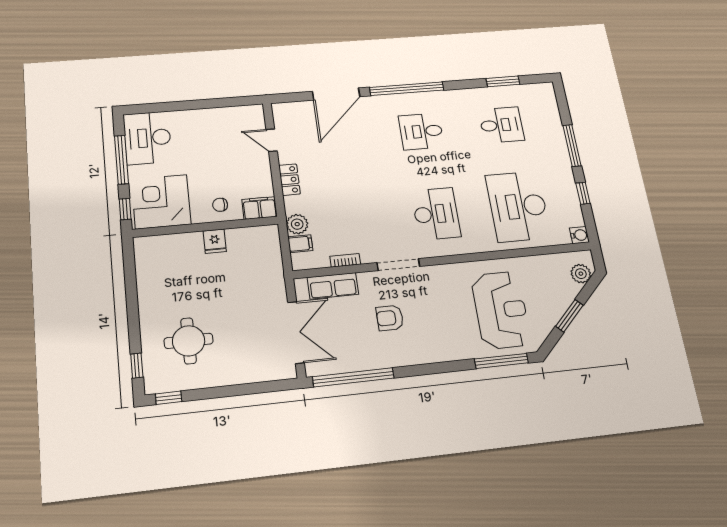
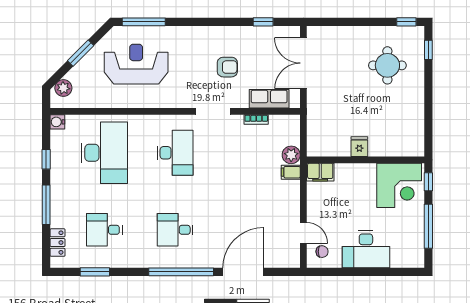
desk: (421, 131) -> (175, 230), turned 180
desk: (148, 138) -> (366, 249), moved, turned 90
locker: (289, 180) -> (58, 243), moved, turned 180
chair: (220, 205) -> (322, 252), moved
desk: (436, 214) -> (175, 153), turned 180
filing cabinet: (300, 244) -> (291, 172), moved
reception desk: (501, 310) -> (136, 64), turned 90
window: (353, 377) -> (263, 22), width x0.32

